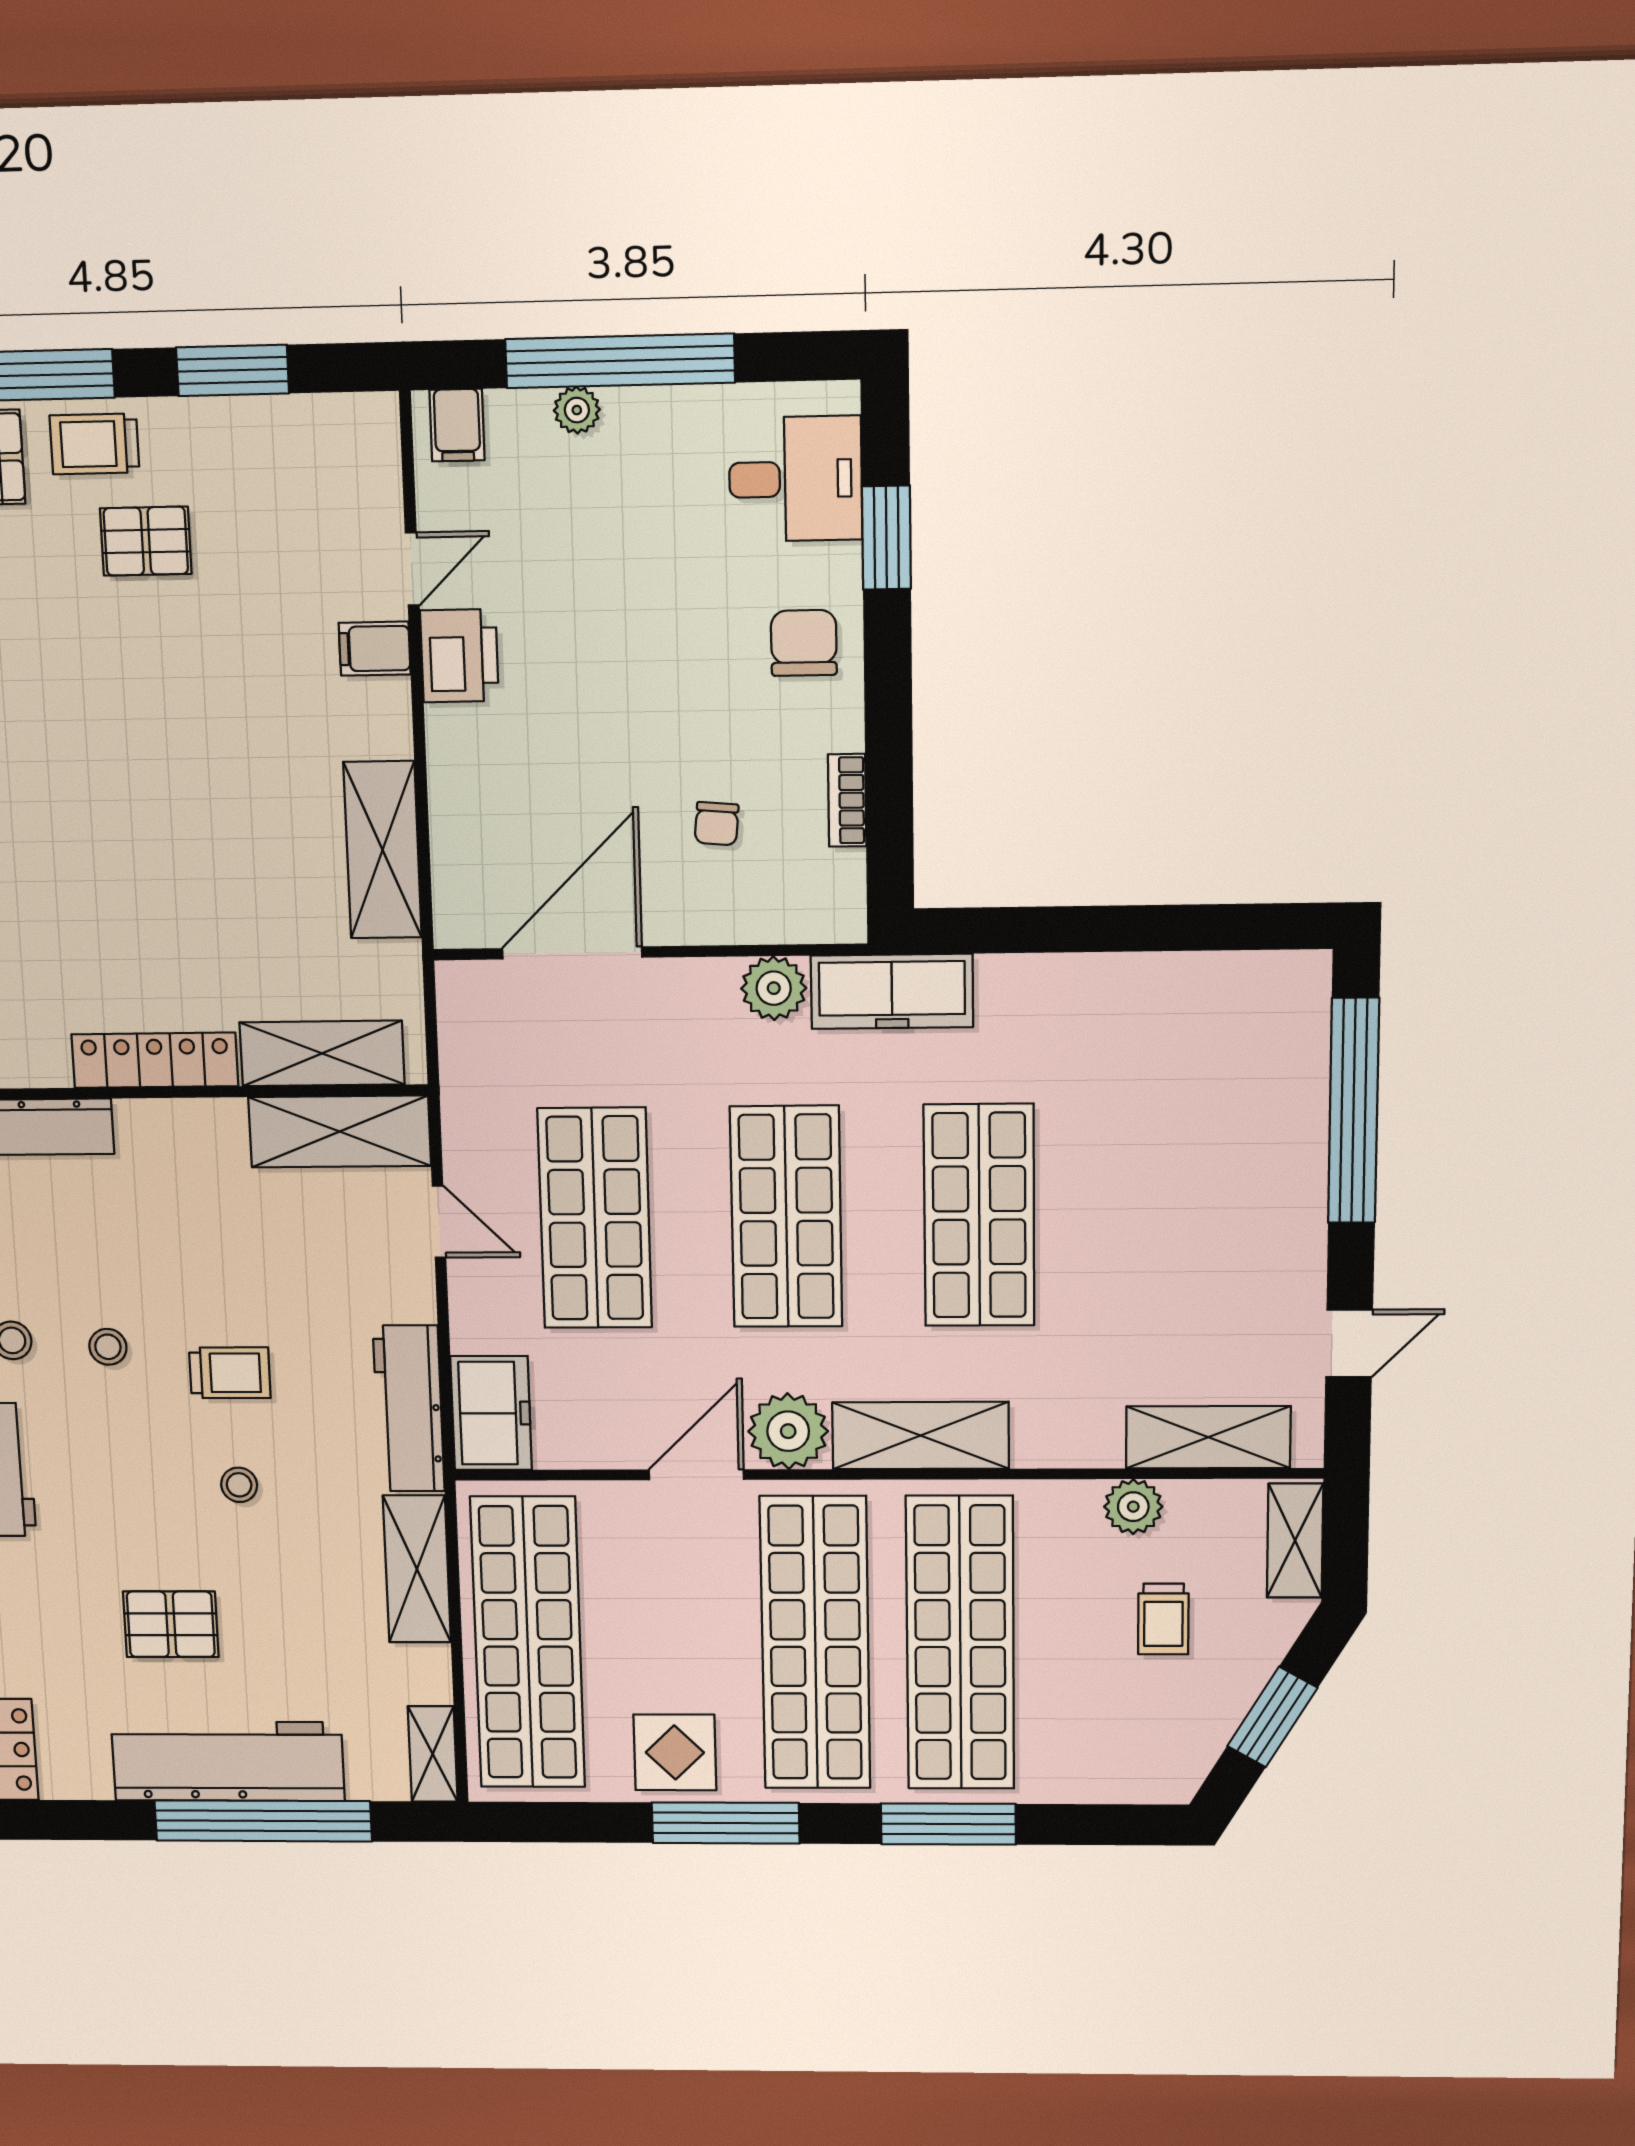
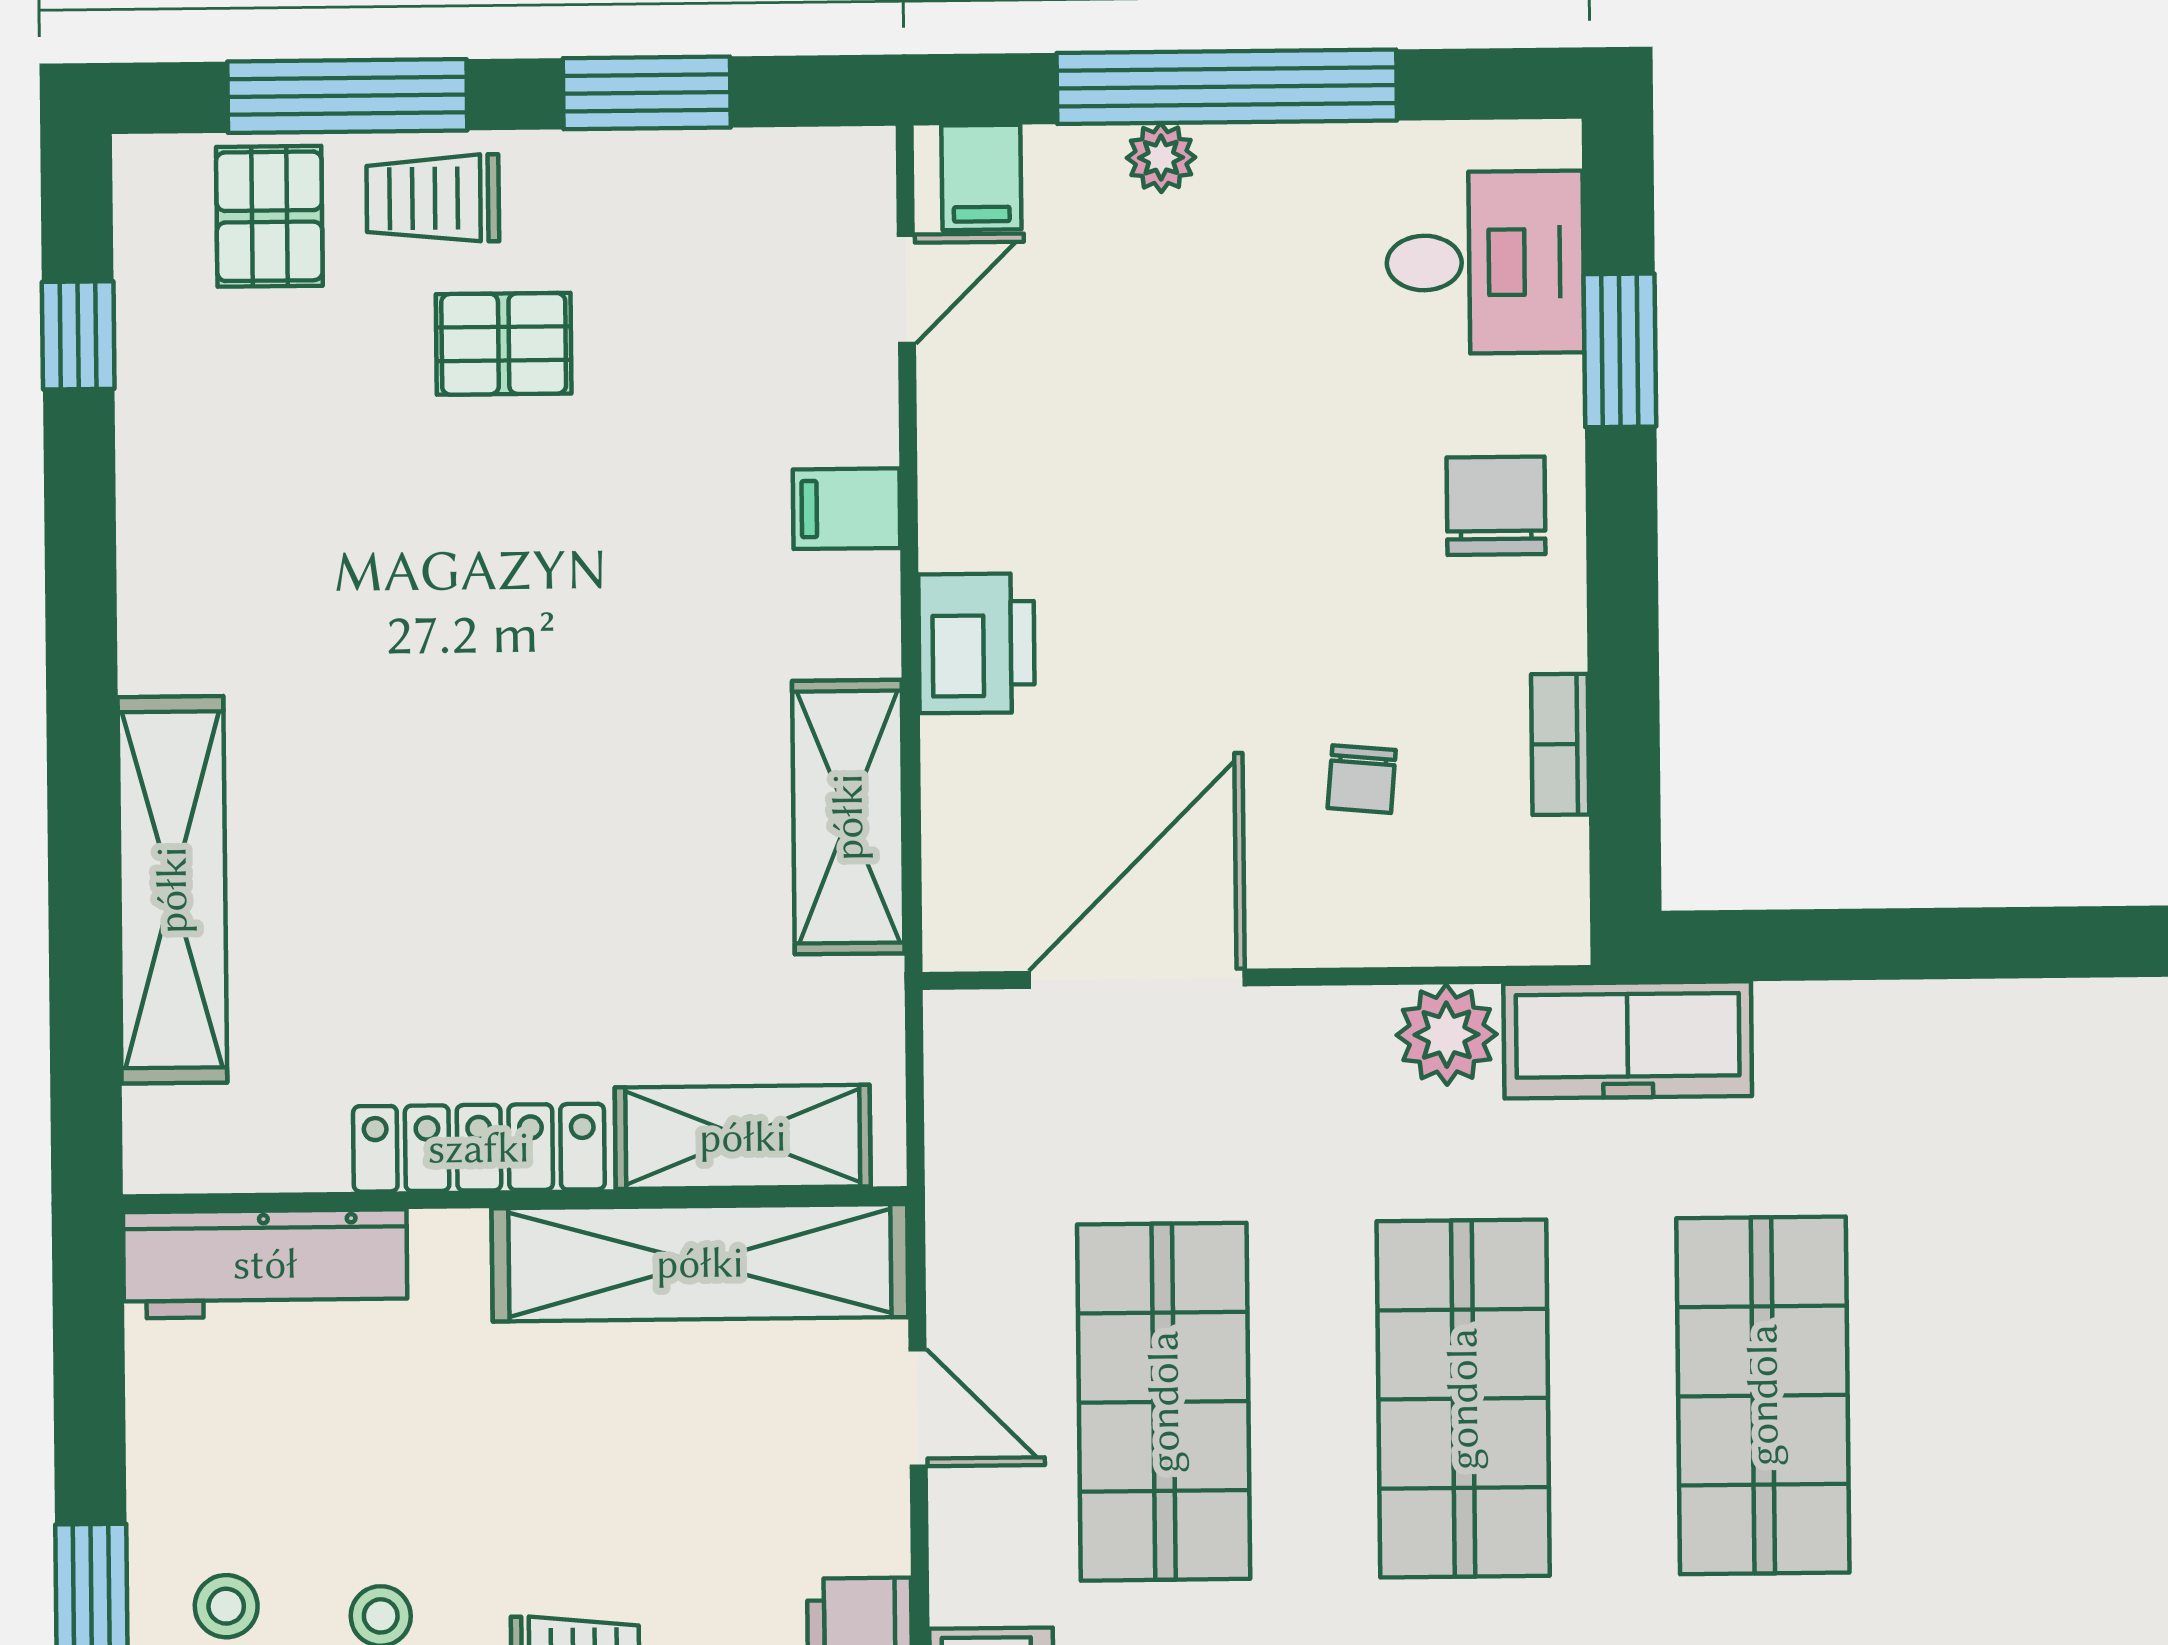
door: (412, 569) -> (906, 289), moved
printer: (459, 656) -> (977, 643), moved
shelving: (340, 1131) -> (700, 1263), width x1.47

